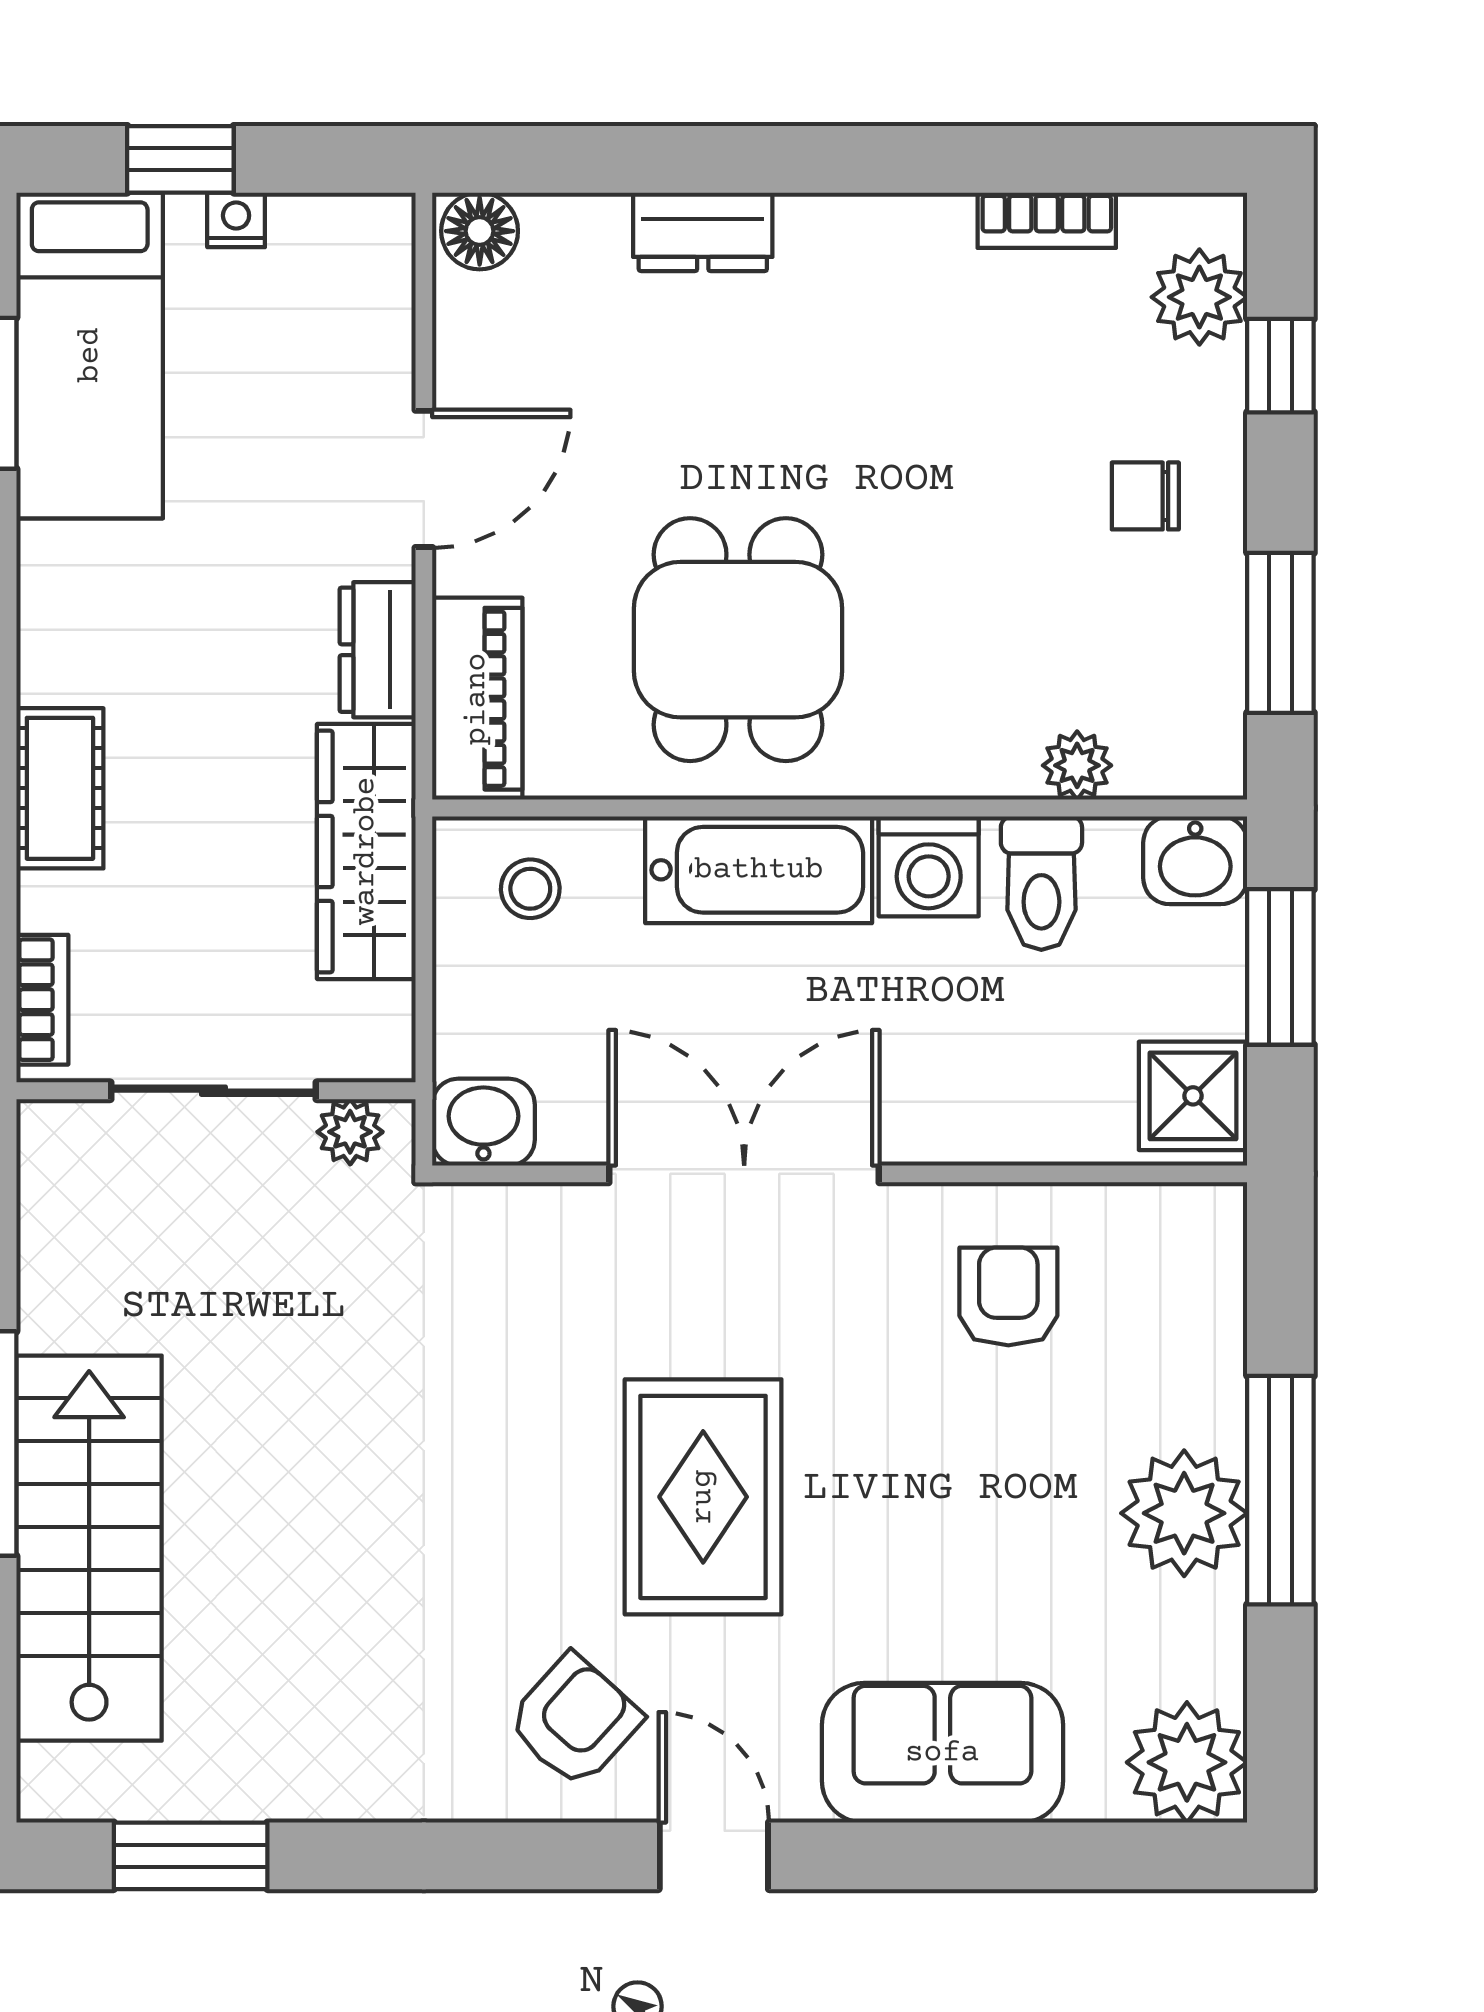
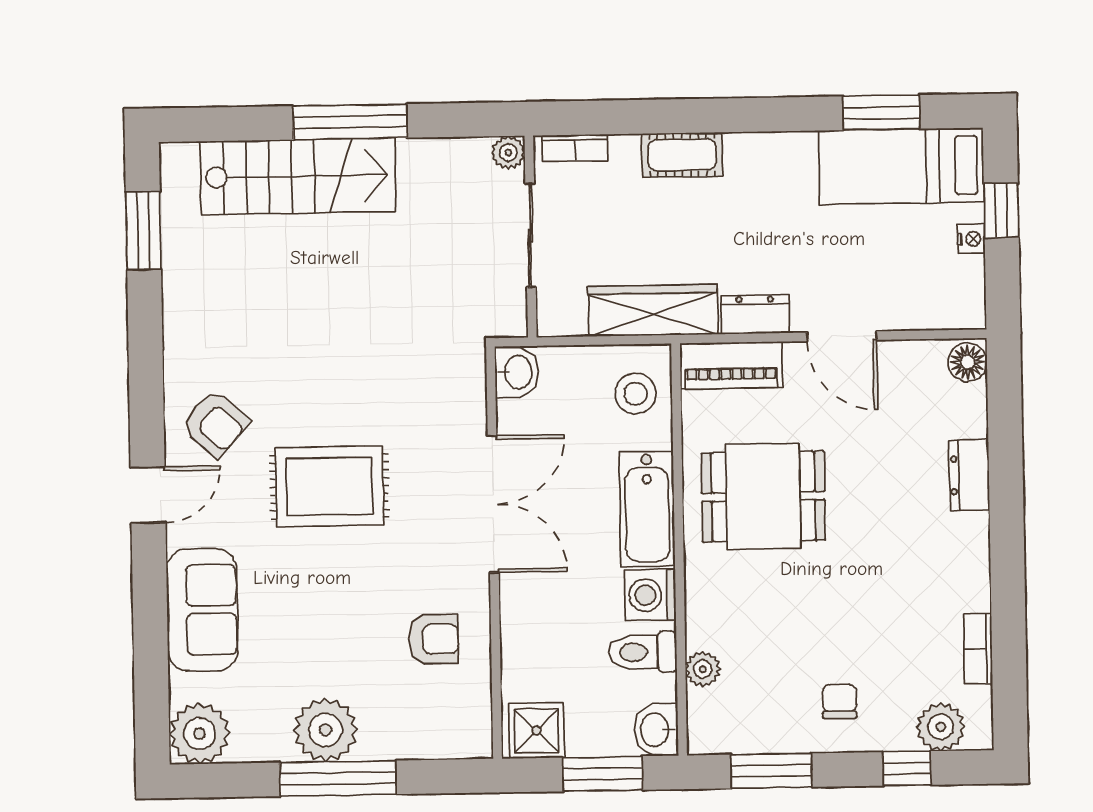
stool: (530, 889) -> (635, 394), width x1.37, depth x1.37
plant: (350, 1132) -> (508, 152), moved

